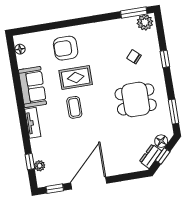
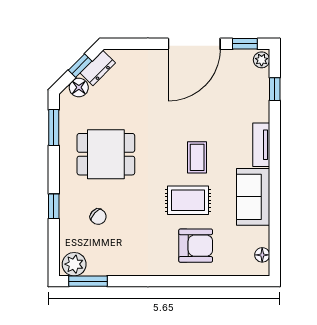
plant: (40, 166) -> (262, 60), moved

